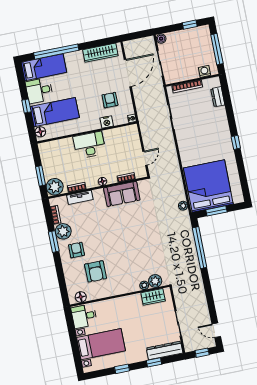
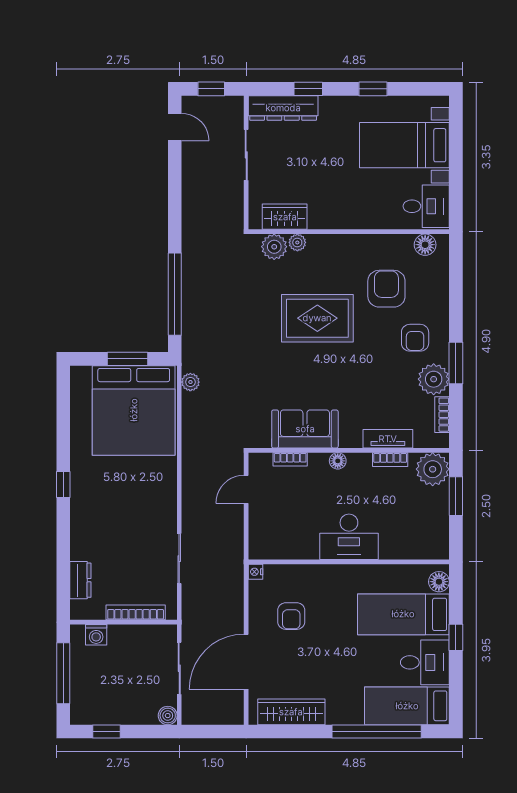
nightstand: (107, 122) -> (306, 575), removed
rug: (127, 250) -> (317, 318), added

